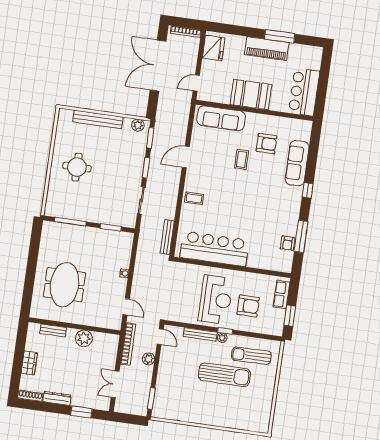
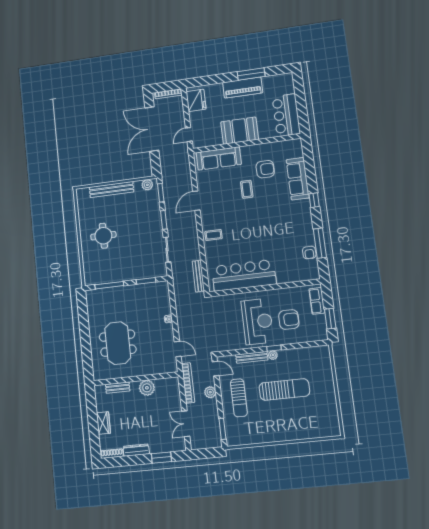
sun lounger: (251, 356) -> (239, 398), moved, turned -89

